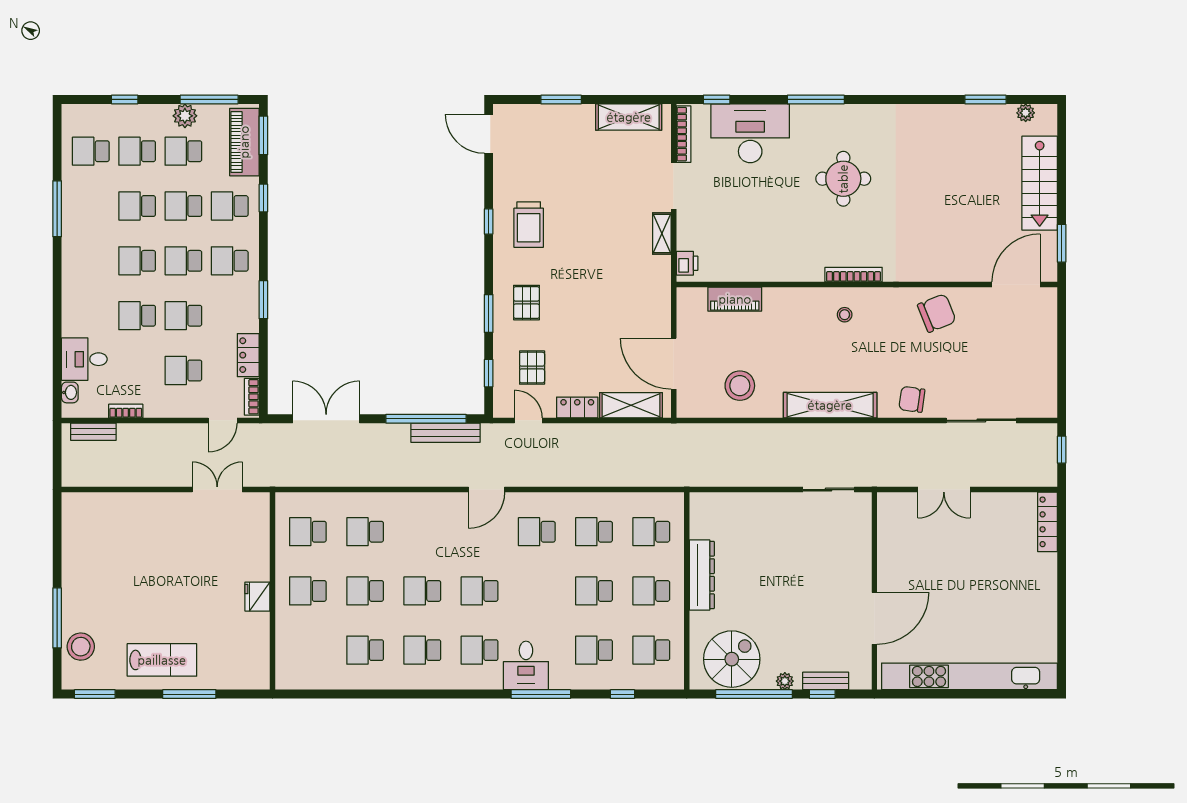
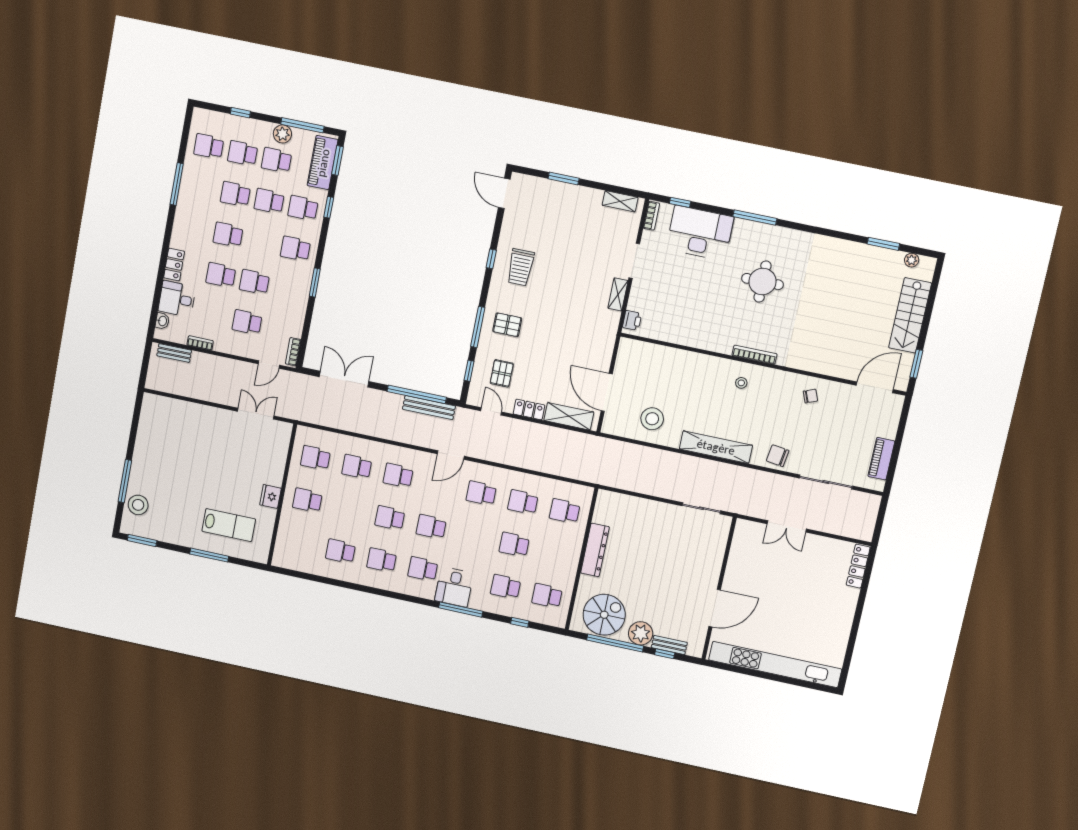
shelving: (629, 117) -> (620, 201), width x0.67, depth x0.75
bookcase: (684, 134) -> (651, 216), width x0.64
school desk: (183, 261) -> (262, 242), removed
piano: (735, 299) -> (881, 459), moved, turned 90
pallet: (526, 303) -> (507, 325), turned 90
chair: (937, 313) -> (810, 396), width x0.54, depth x0.54
window: (489, 314) -> (478, 327), width x1.44
locker: (248, 355) -> (174, 265), moved, turned 180
window: (1062, 450) -> (881, 516), removed
school desk: (365, 591) -> (398, 476), moved
school desk: (651, 591) -> (556, 554), removed
lab bench: (162, 660) -> (229, 525), moved
plant: (785, 681) -> (641, 633), width x1.87, depth x1.87

